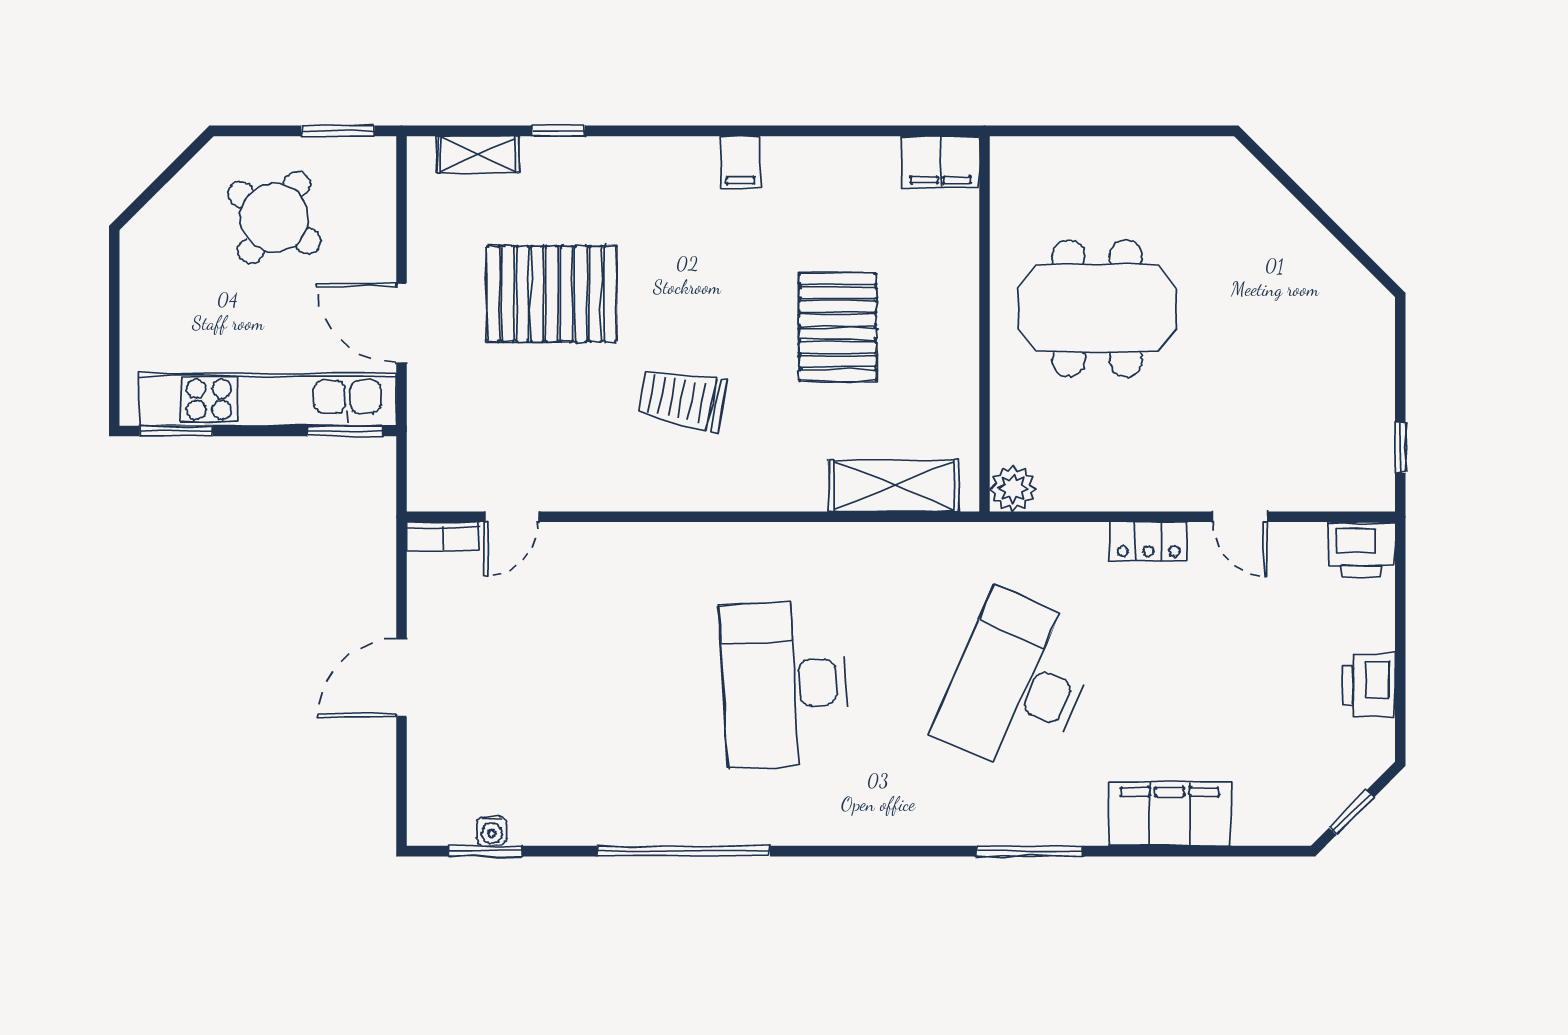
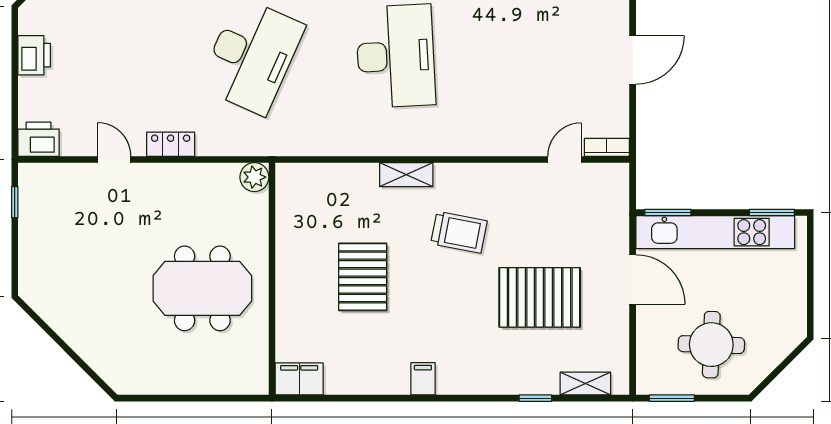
round table: (274, 217) -> (711, 345), turned -33
shelving: (894, 486) -> (406, 175), moved, width x0.67, depth x0.75

